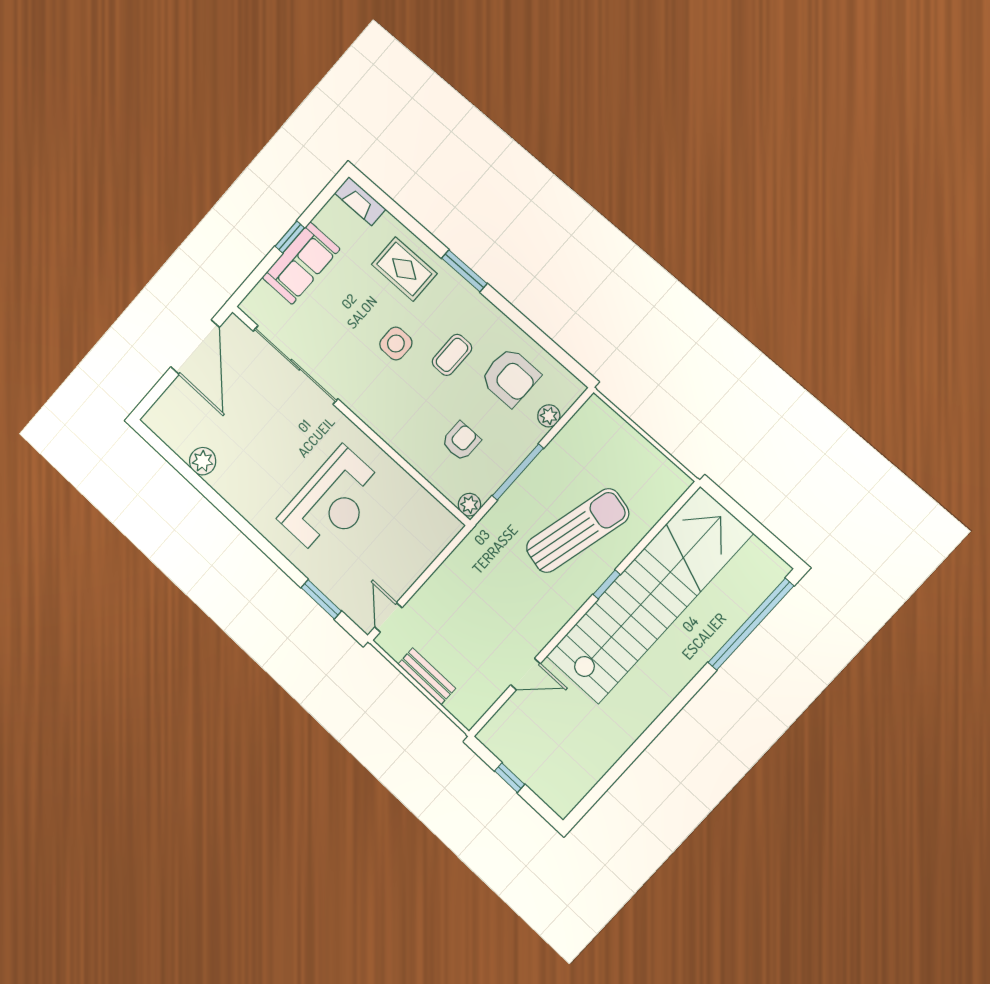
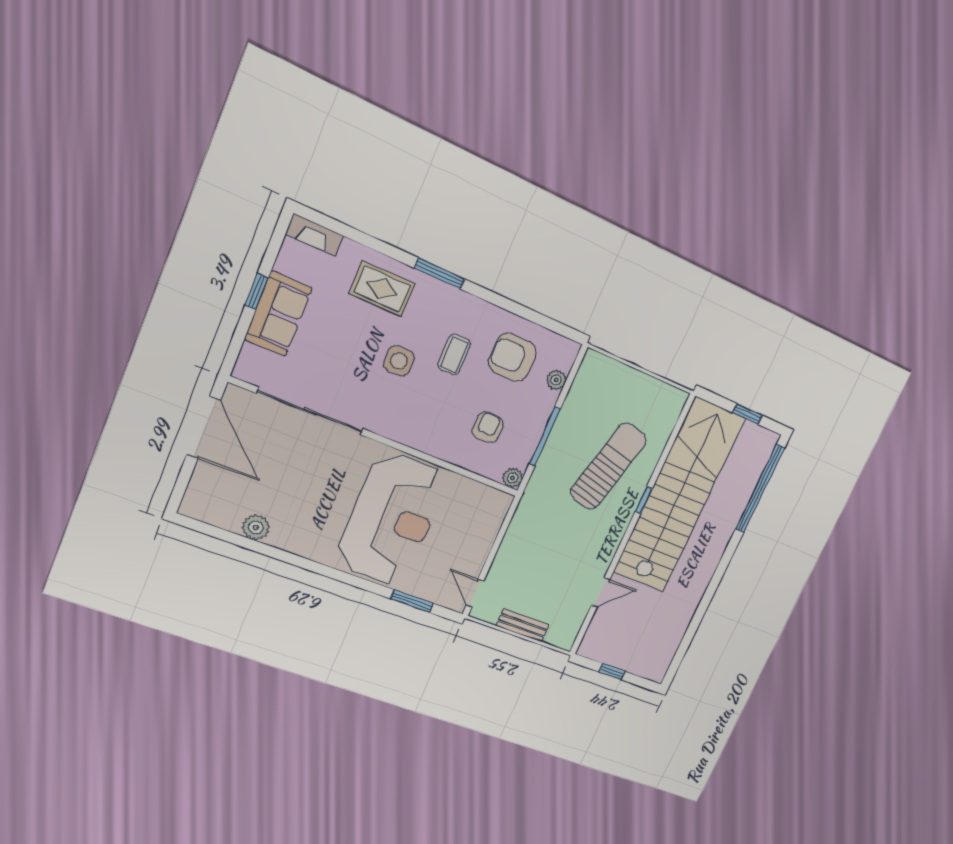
armchair: (510, 377) -> (512, 357), turned 180
reception desk: (332, 502) -> (391, 519), width x1.36, depth x1.30
window: (758, 529) -> (747, 414), added

